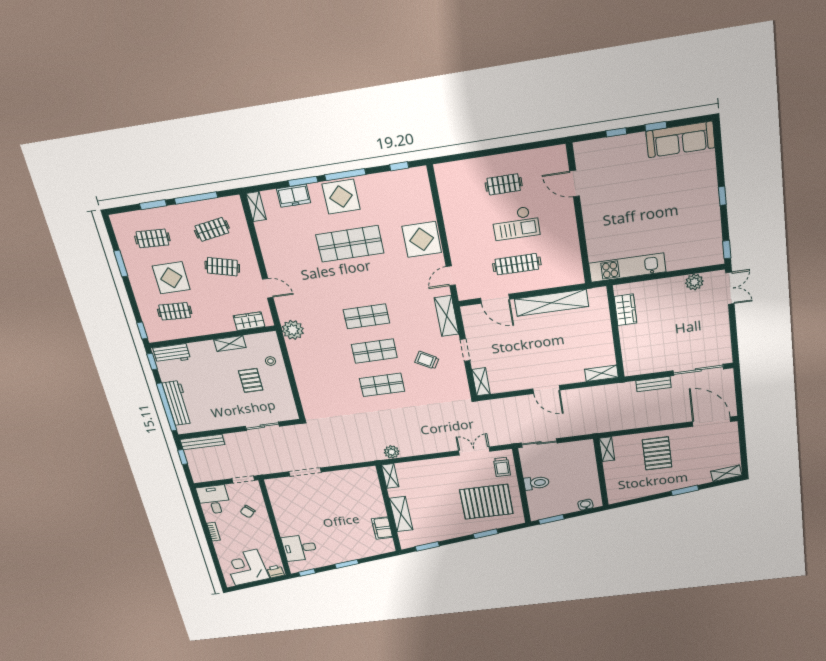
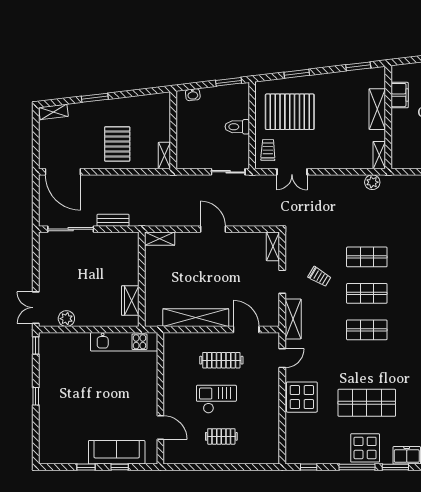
sofa: (680, 139) -> (117, 452), moved

